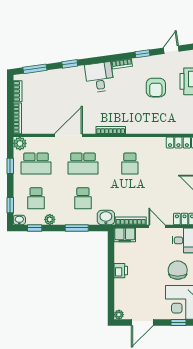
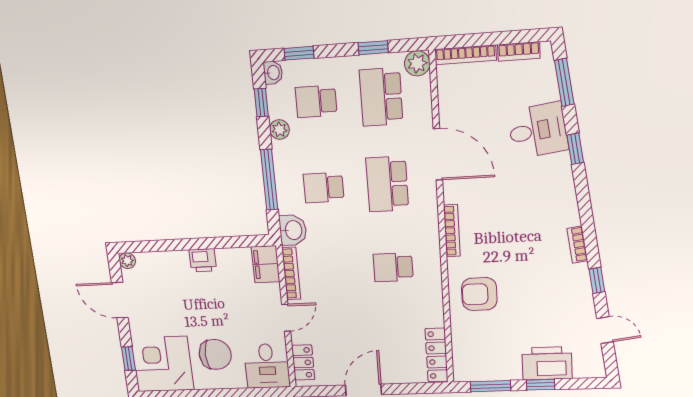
desk: (99, 77) -> (538, 131), moved
armchair: (156, 88) -> (479, 294), moved
window: (77, 228) -> (269, 180), width x1.44

